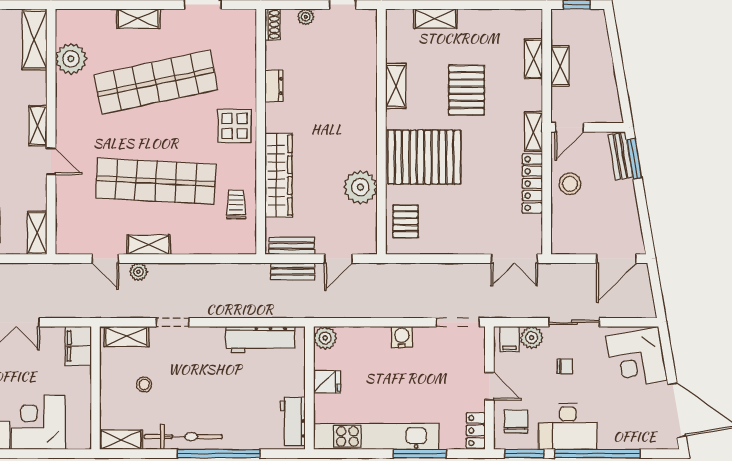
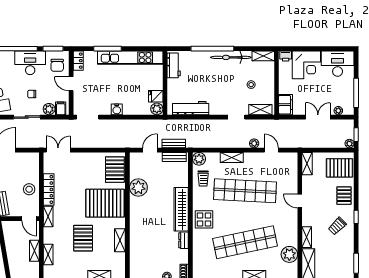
shelving: (38, 126) -> (307, 237), moved
door: (569, 127) -> (29, 219), swing flipped
wardrobe: (278, 175) -> (181, 209), moved
pallet: (406, 221) -> (115, 170), width x1.50, depth x1.42
plant: (244, 242) -> (199, 159), added
shelving: (148, 245) -> (232, 158), moved
fridge: (327, 382) -> (156, 96), moved
printer: (78, 439) -> (286, 56), added

